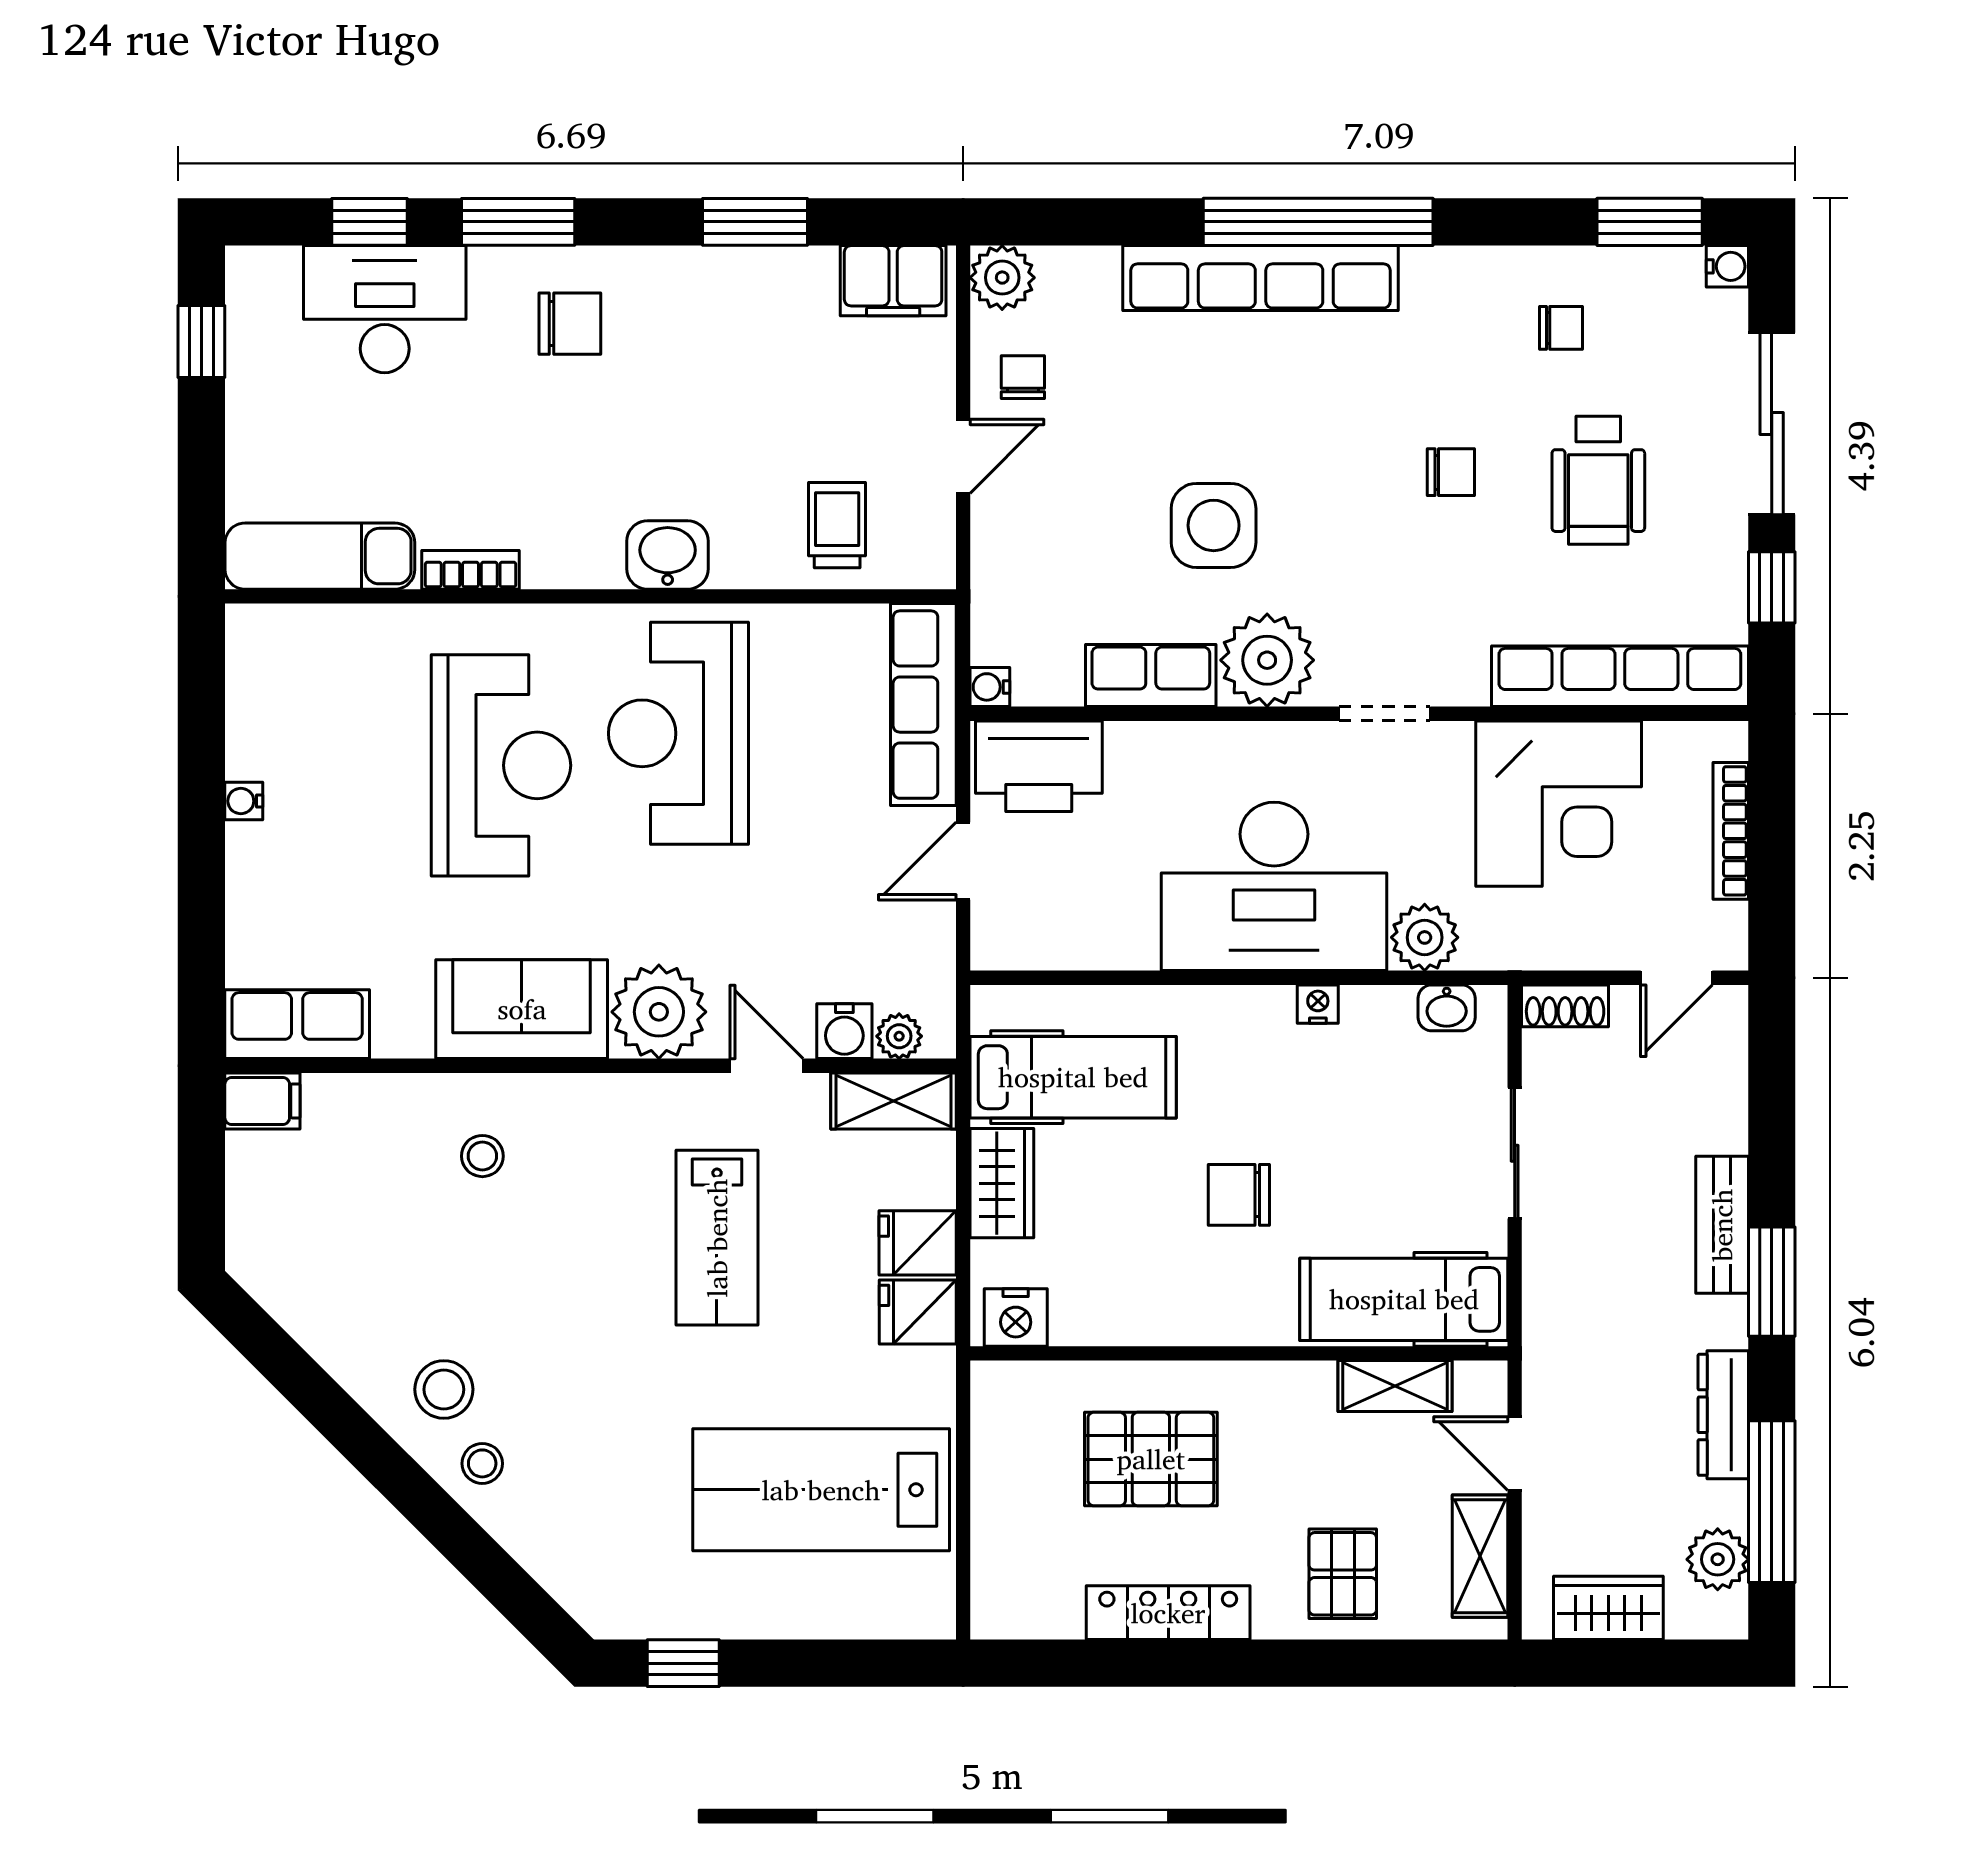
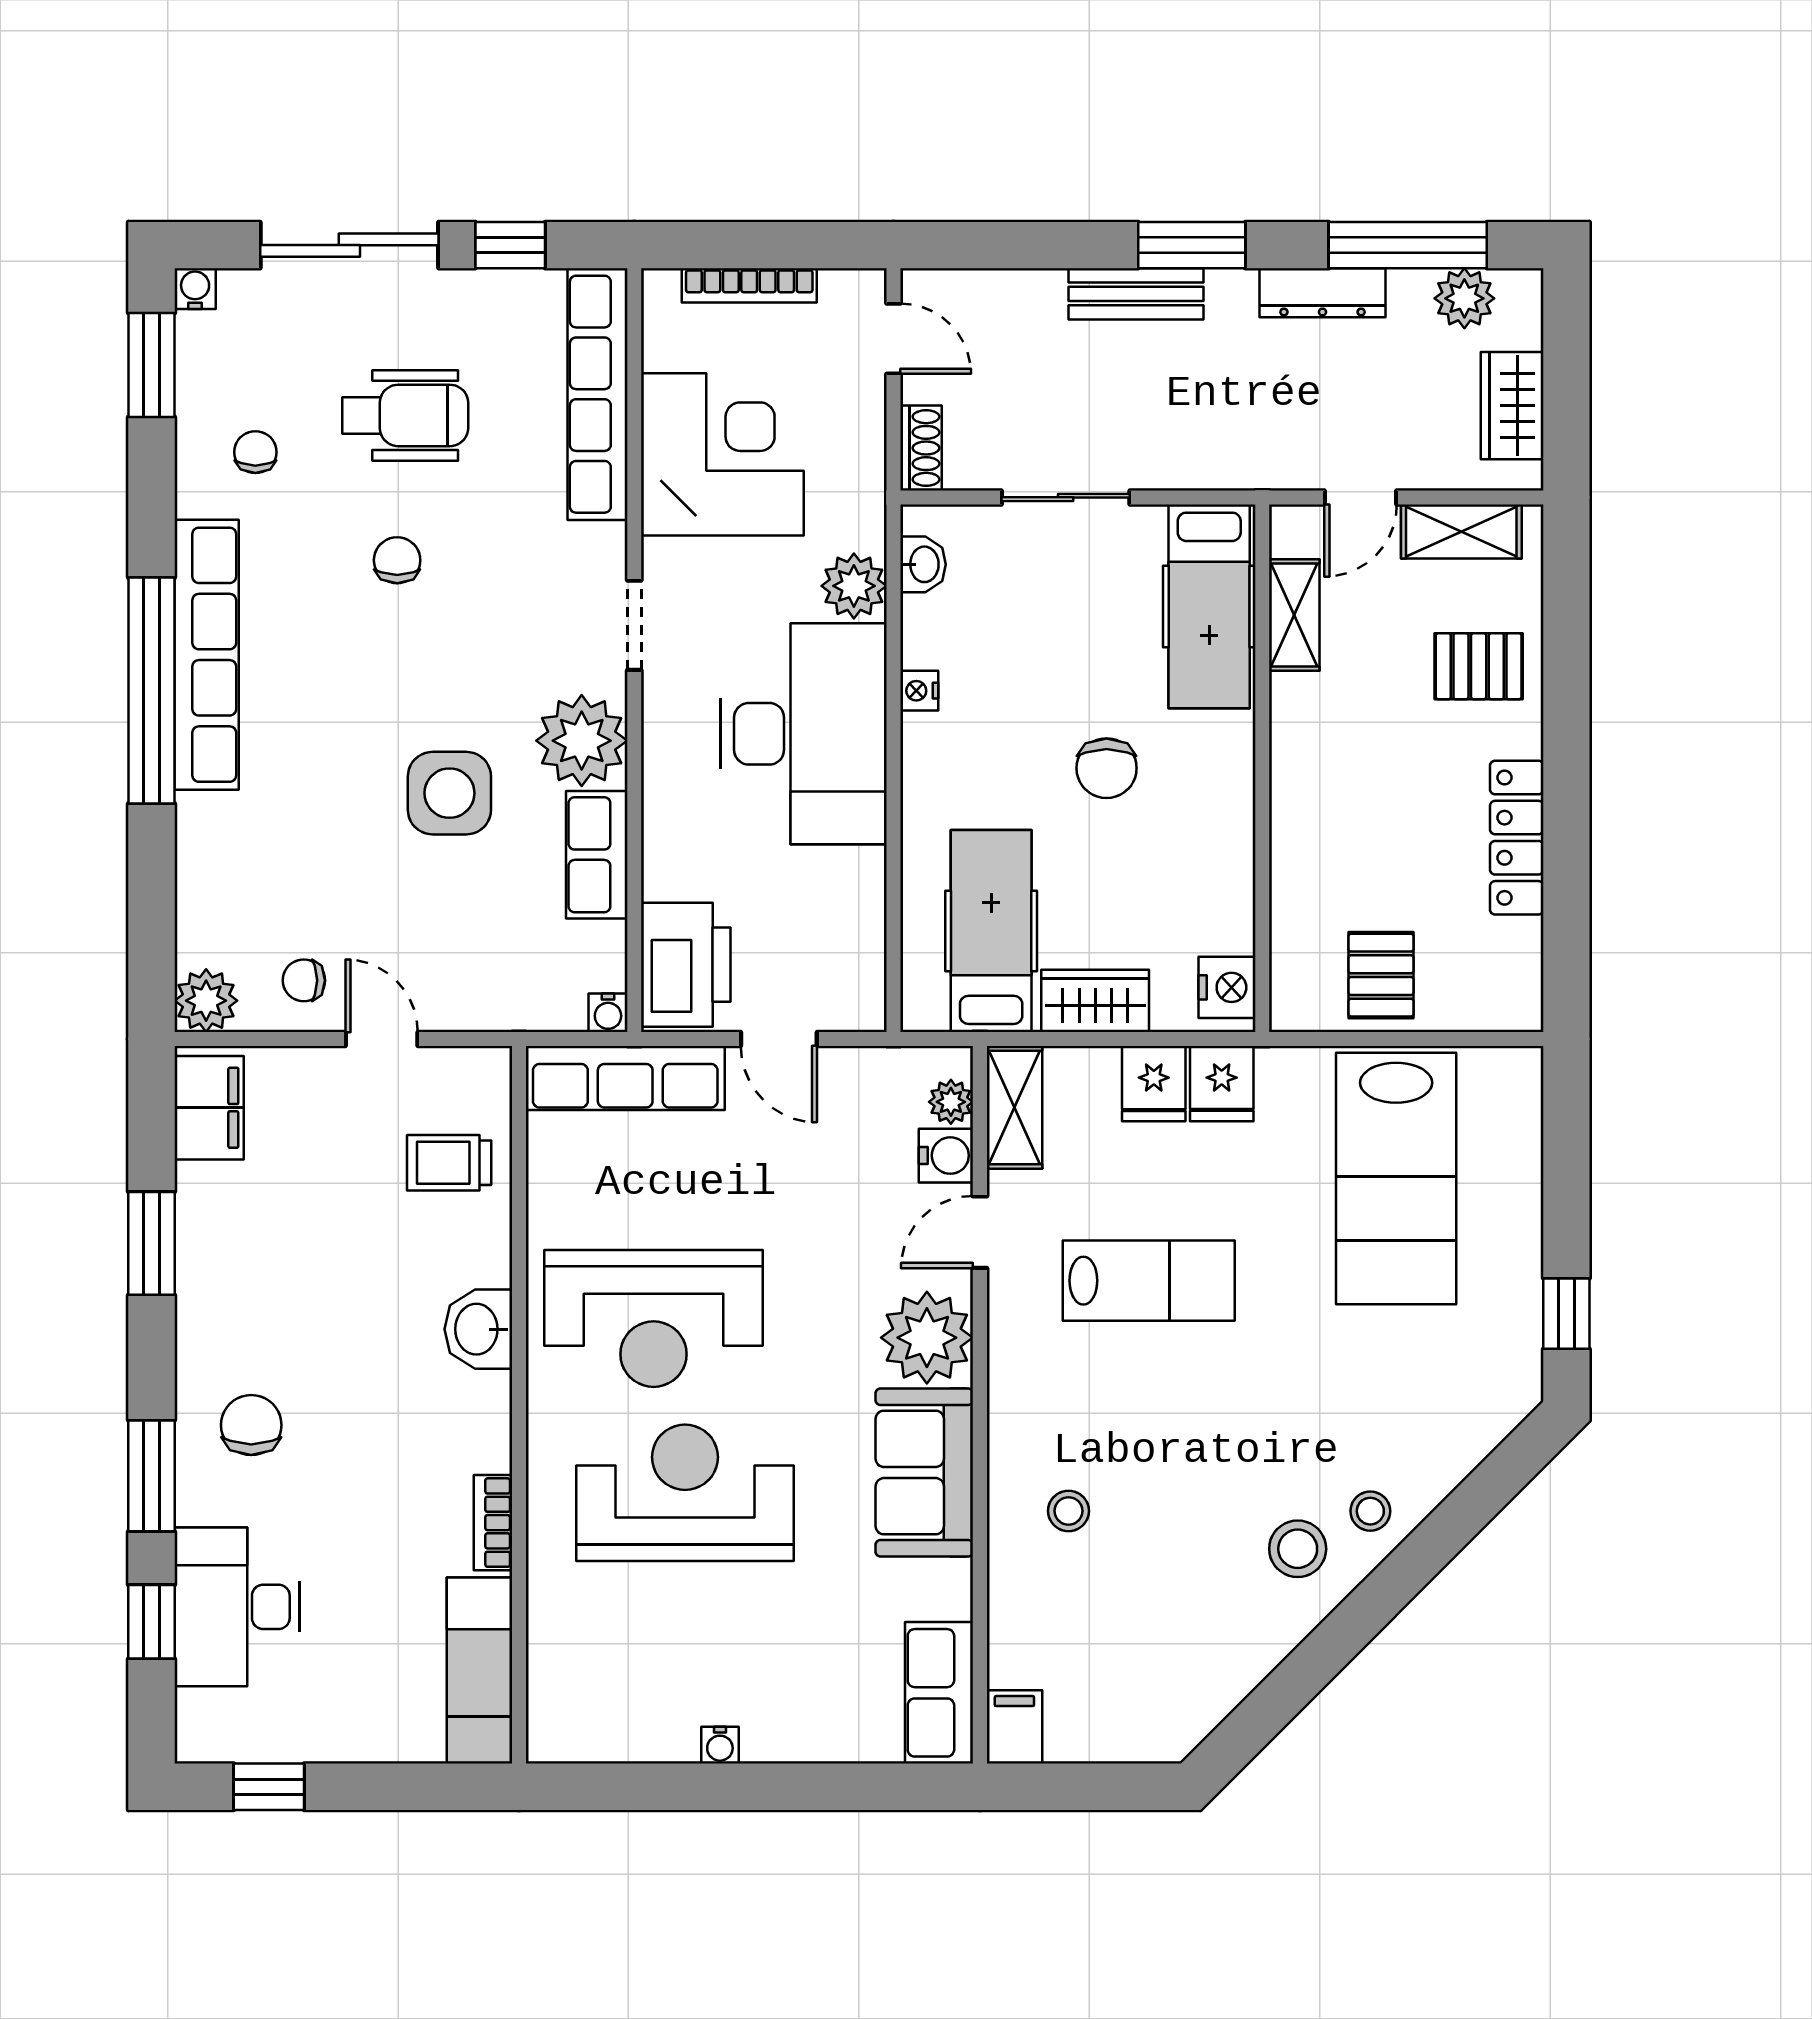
row of seats: (1261, 278) -> (207, 655), moved
pallet: (1151, 1459) -> (1381, 975), moved, width x0.67, depth x0.71

